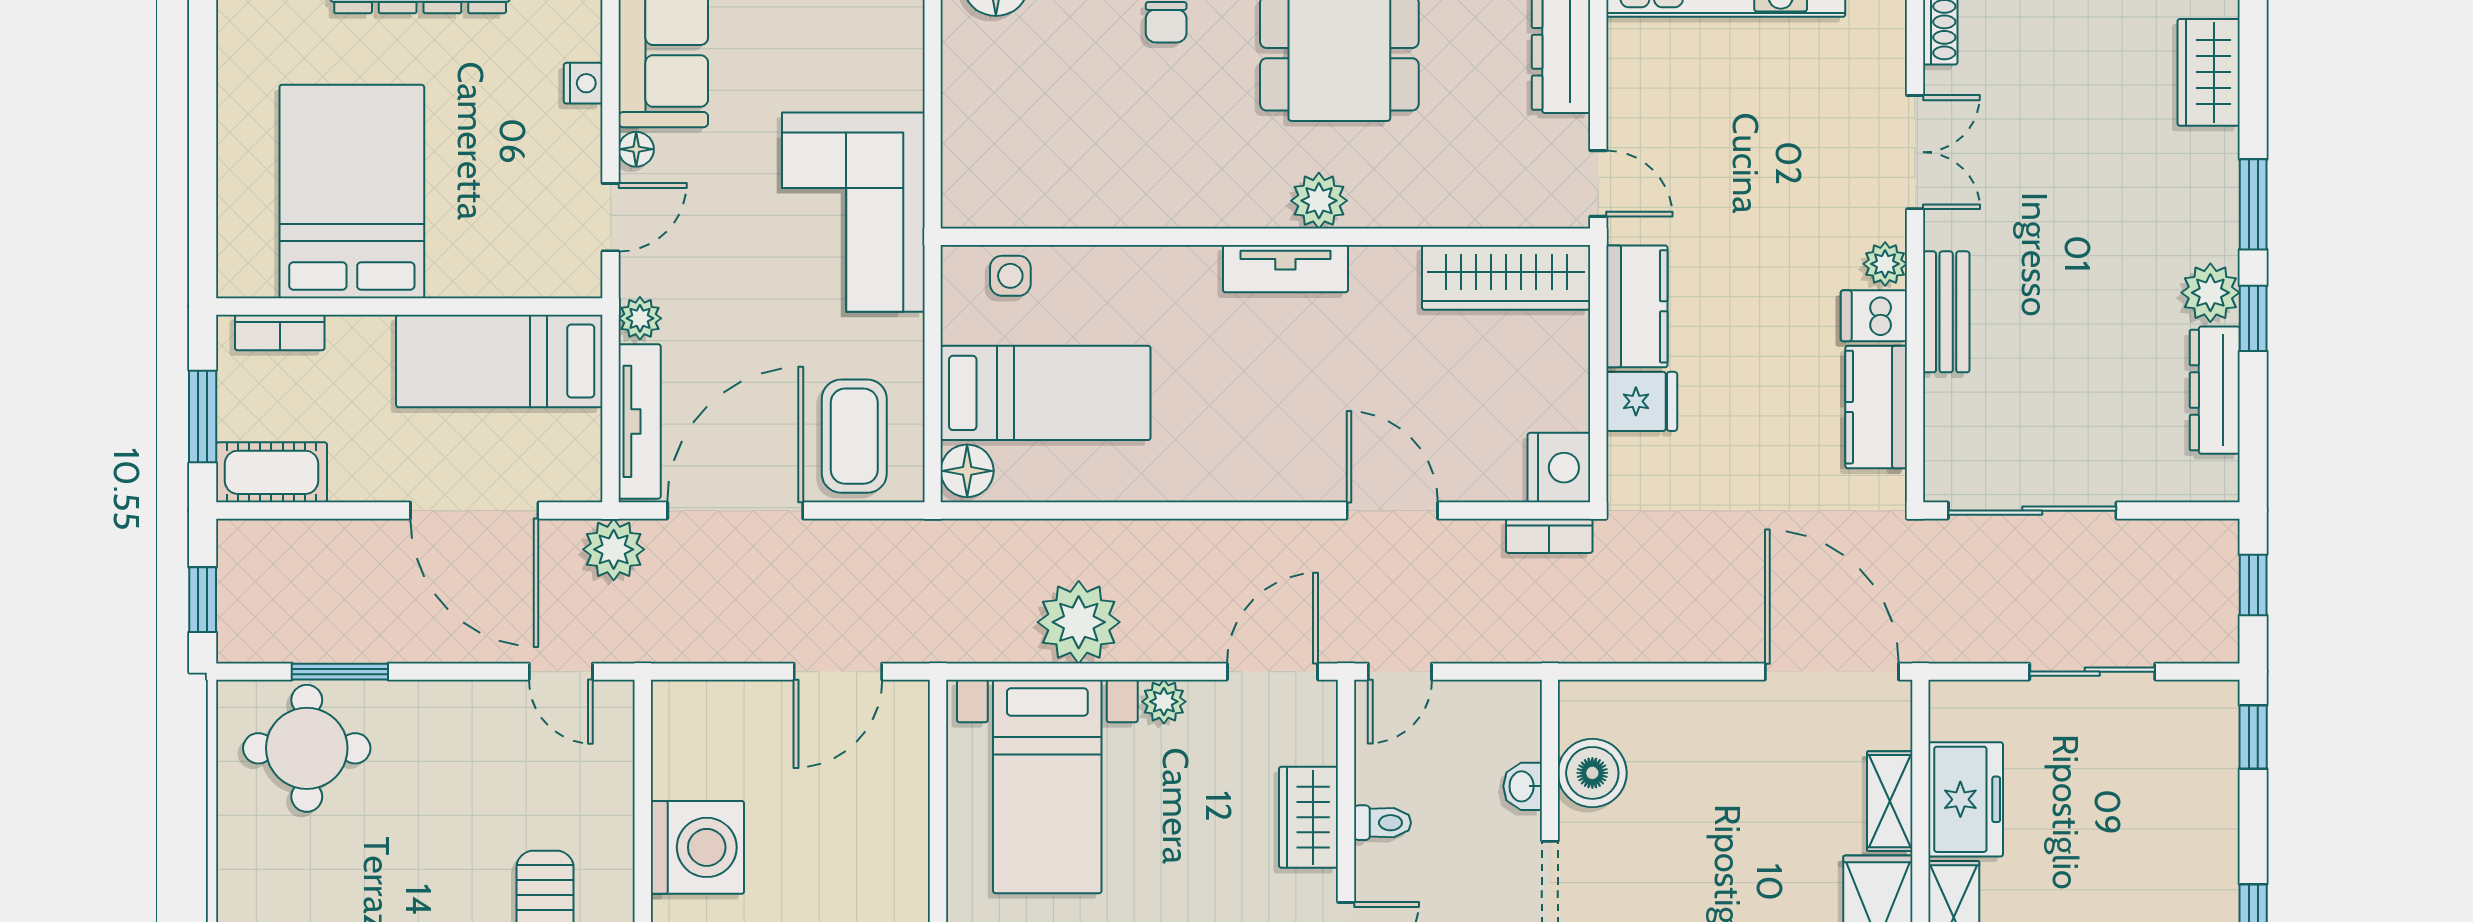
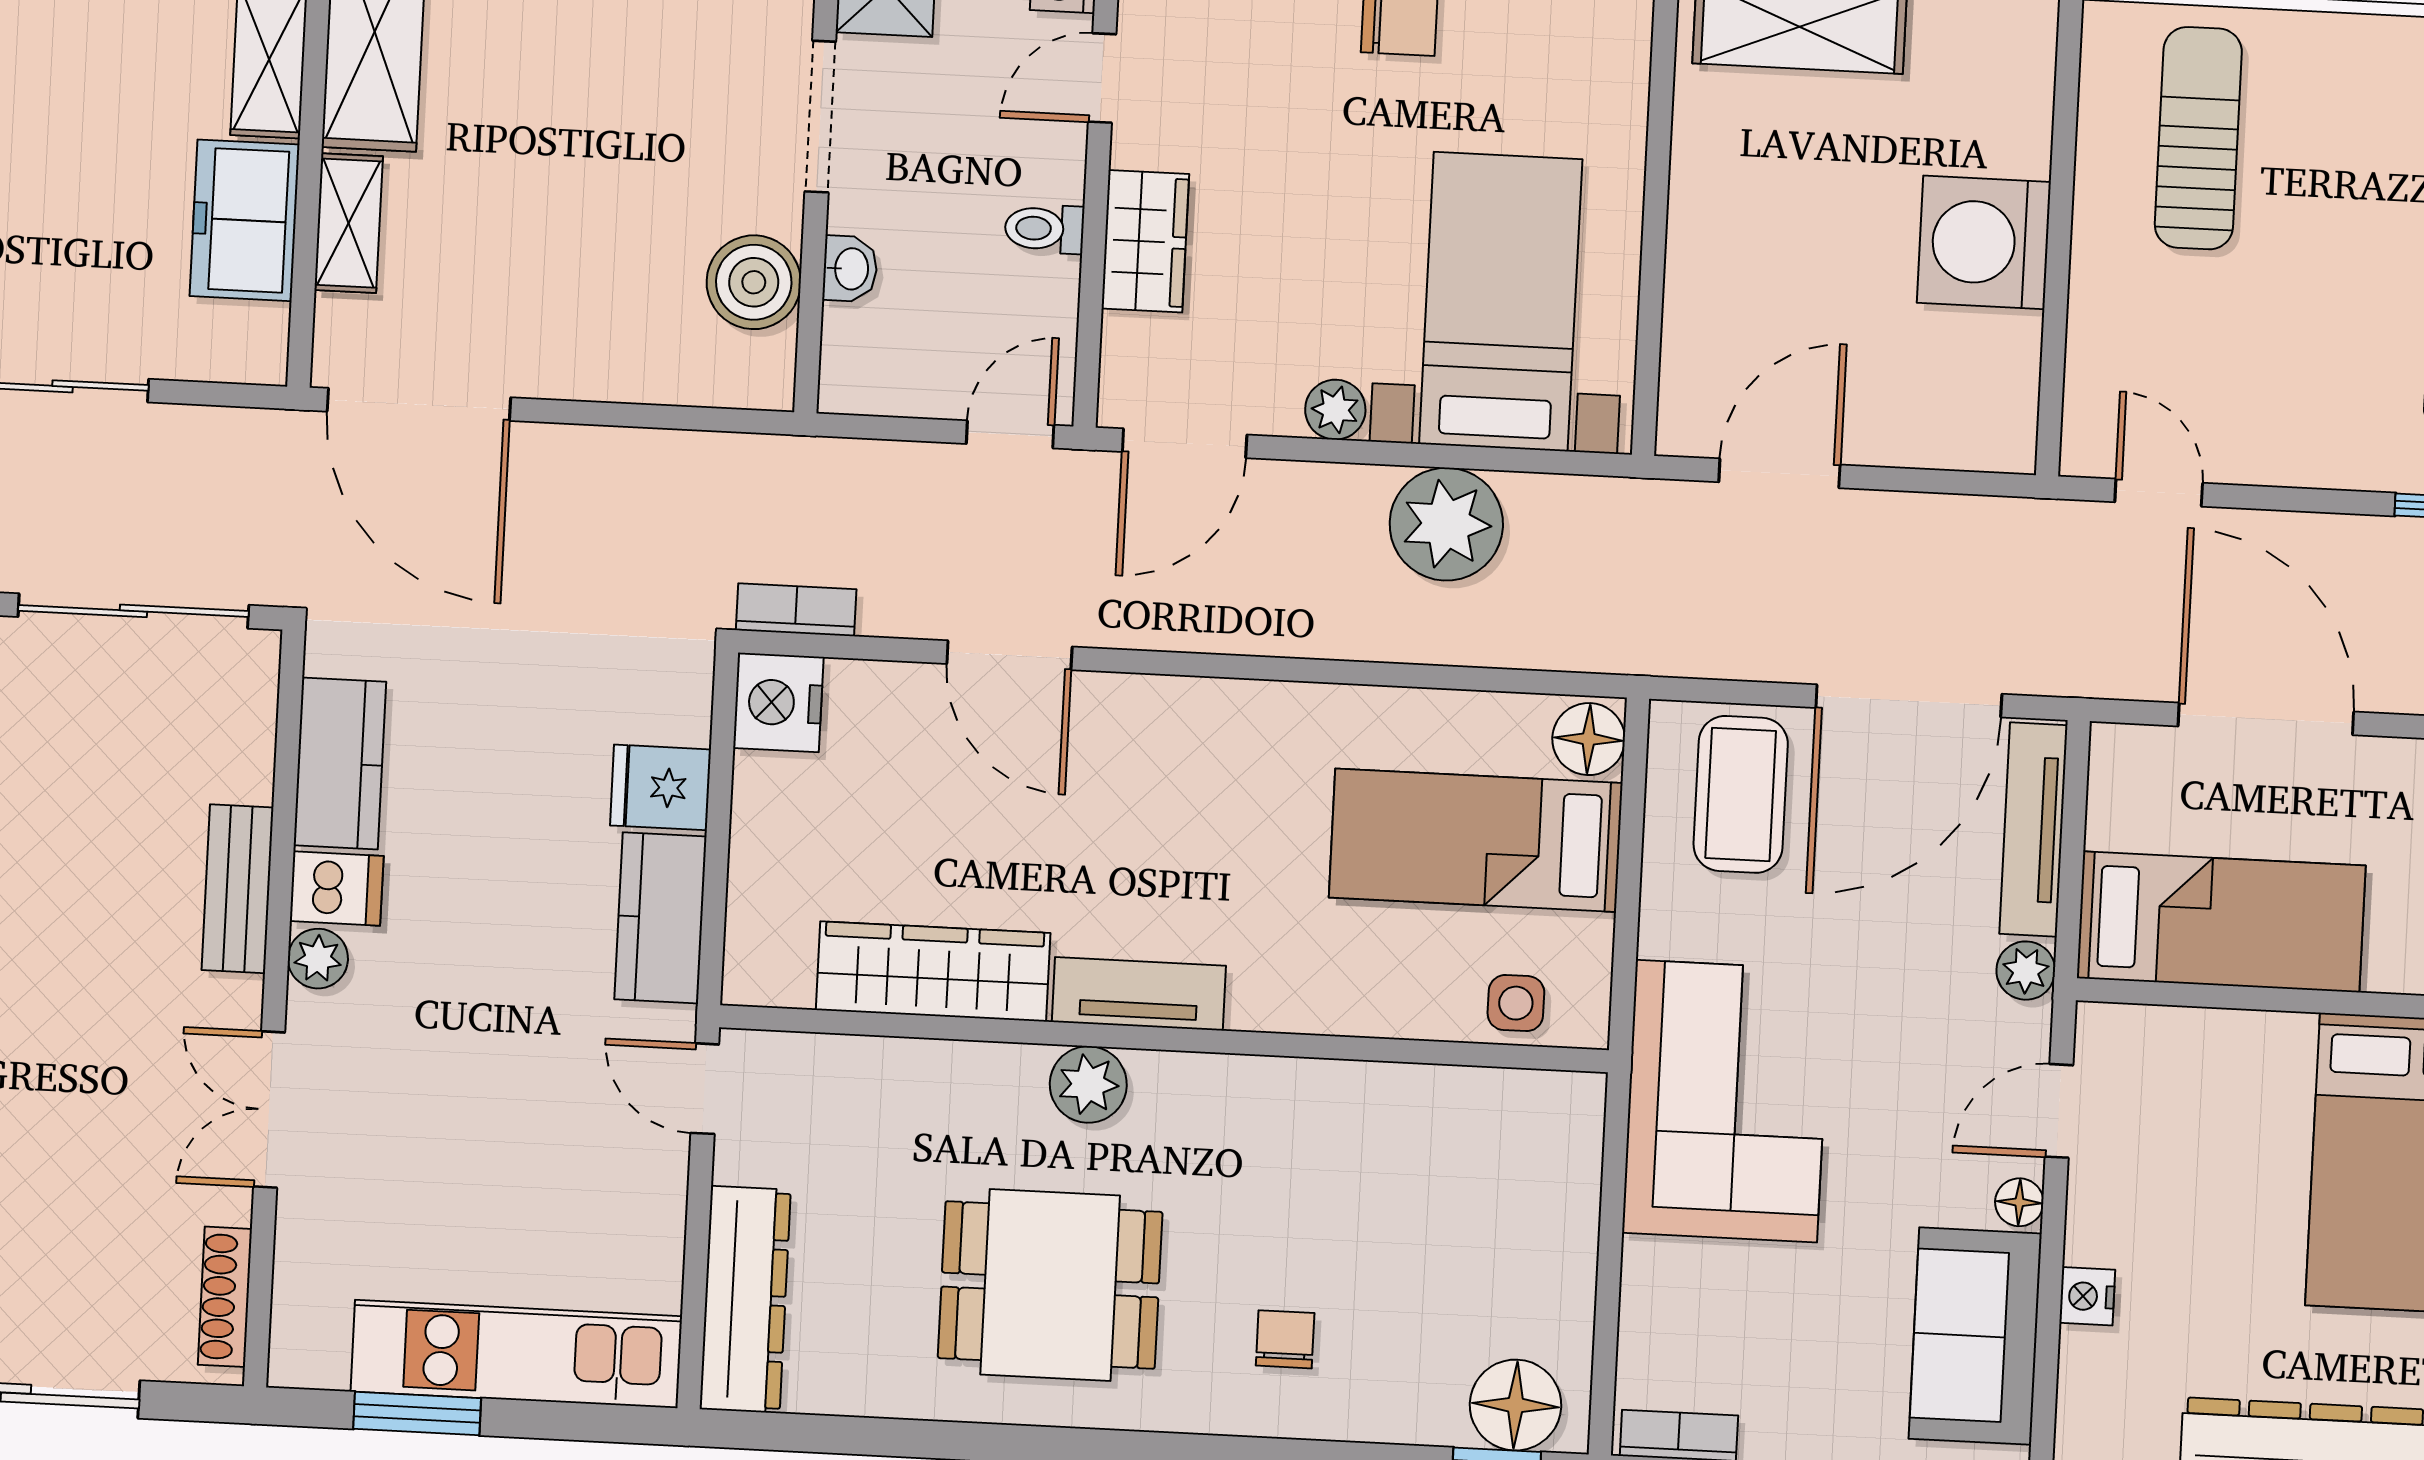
wardrobe: (1506, 277) -> (933, 971), moved
plant: (614, 549) -> (2078, 656), removed

